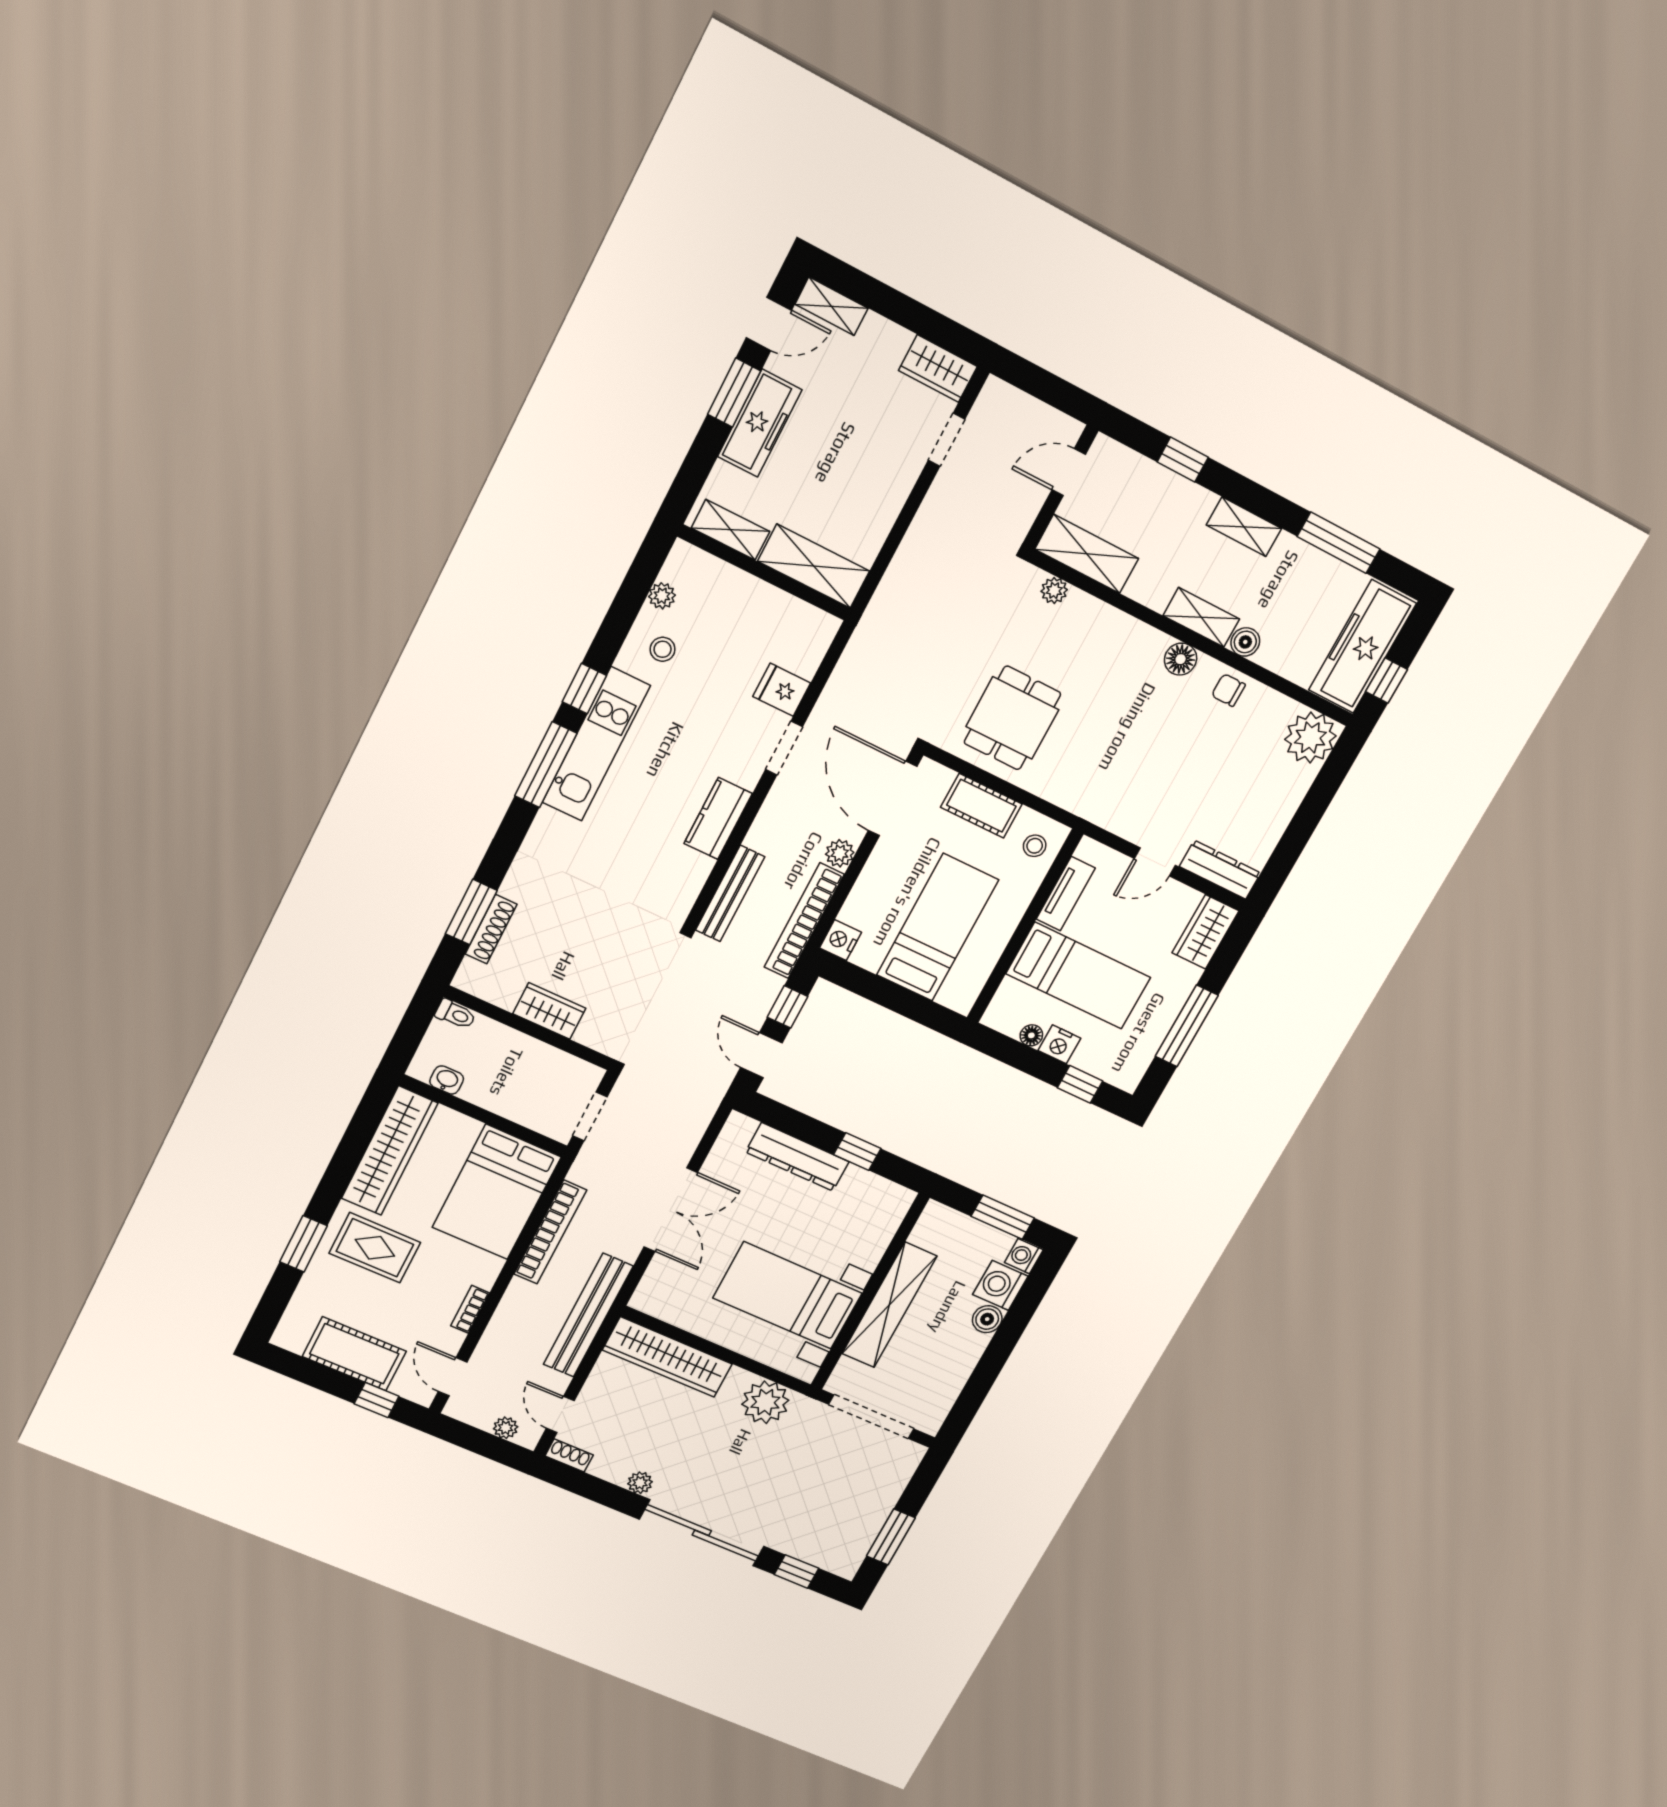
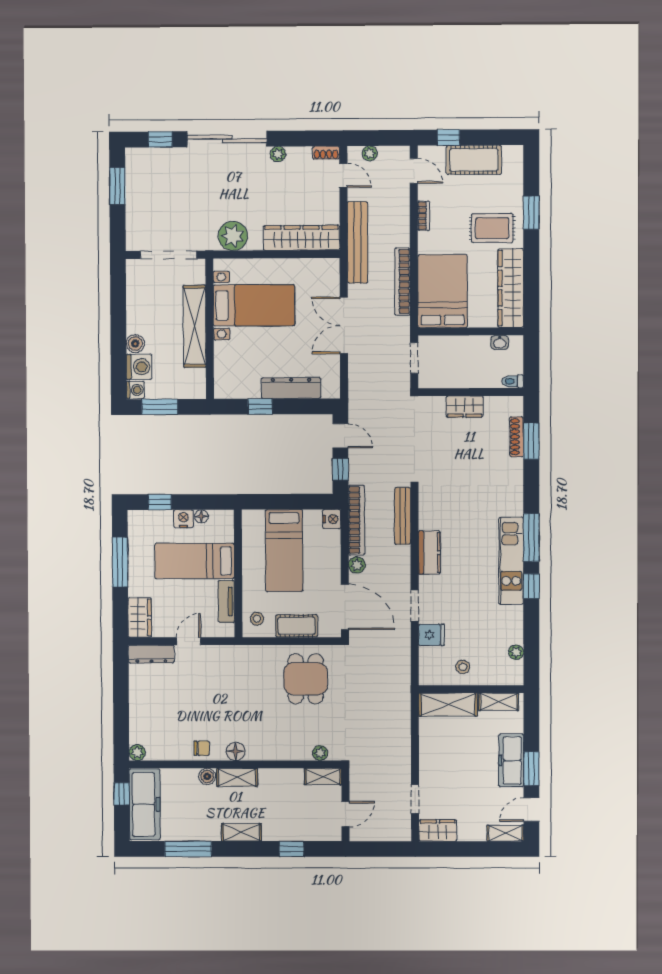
shelving: (1087, 554) -> (323, 776), width x0.67, depth x0.75
stool: (663, 649) -> (463, 667), moved
plant: (1310, 738) -> (137, 753), width x0.53, depth x0.53

